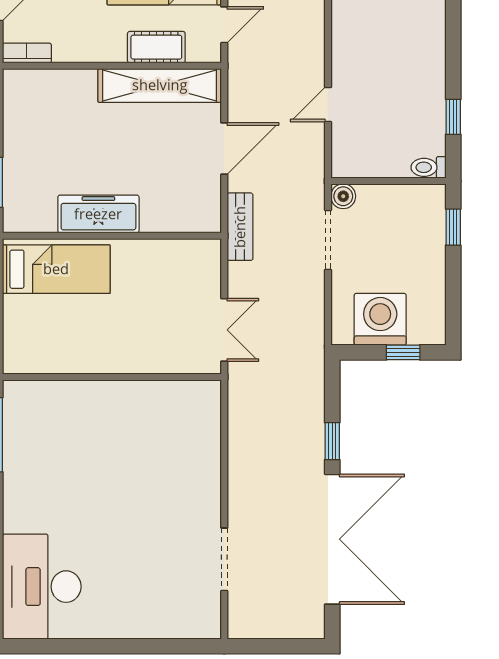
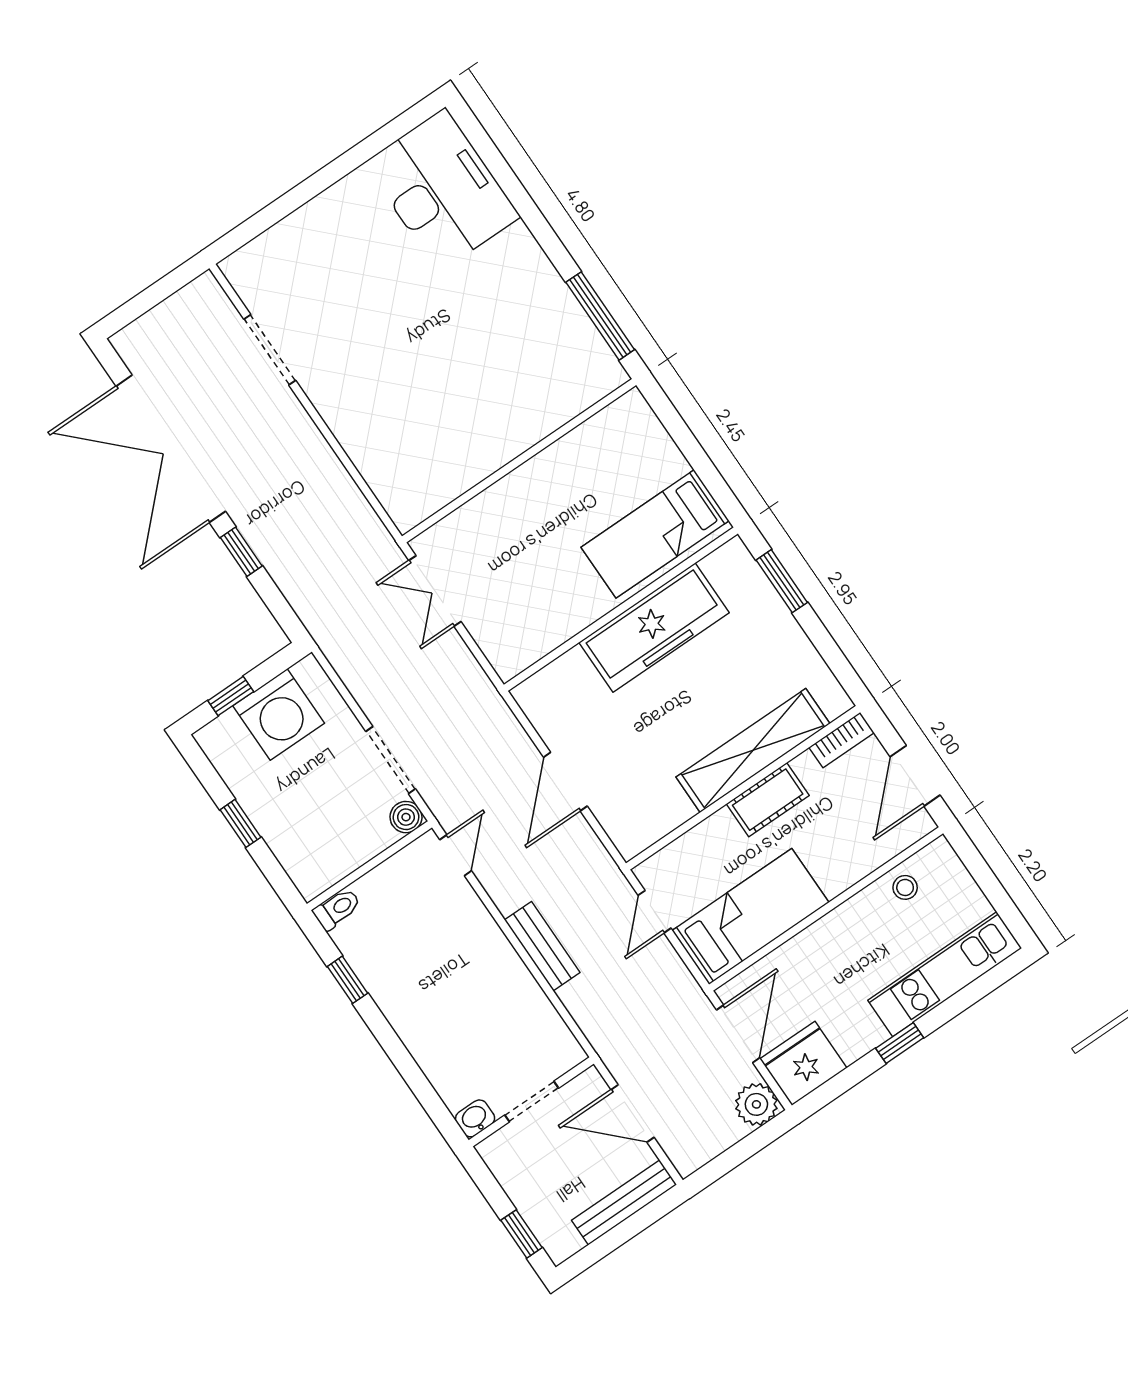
cot: (156, 47) -> (768, 800), moved
shelving: (160, 85) -> (753, 750), moved
door: (328, 104) -> (456, 855), moved
freezer: (98, 214) -> (654, 627), width x1.36, depth x1.26
bench: (240, 227) -> (542, 946), moved
window: (453, 227) -> (240, 823), moved

